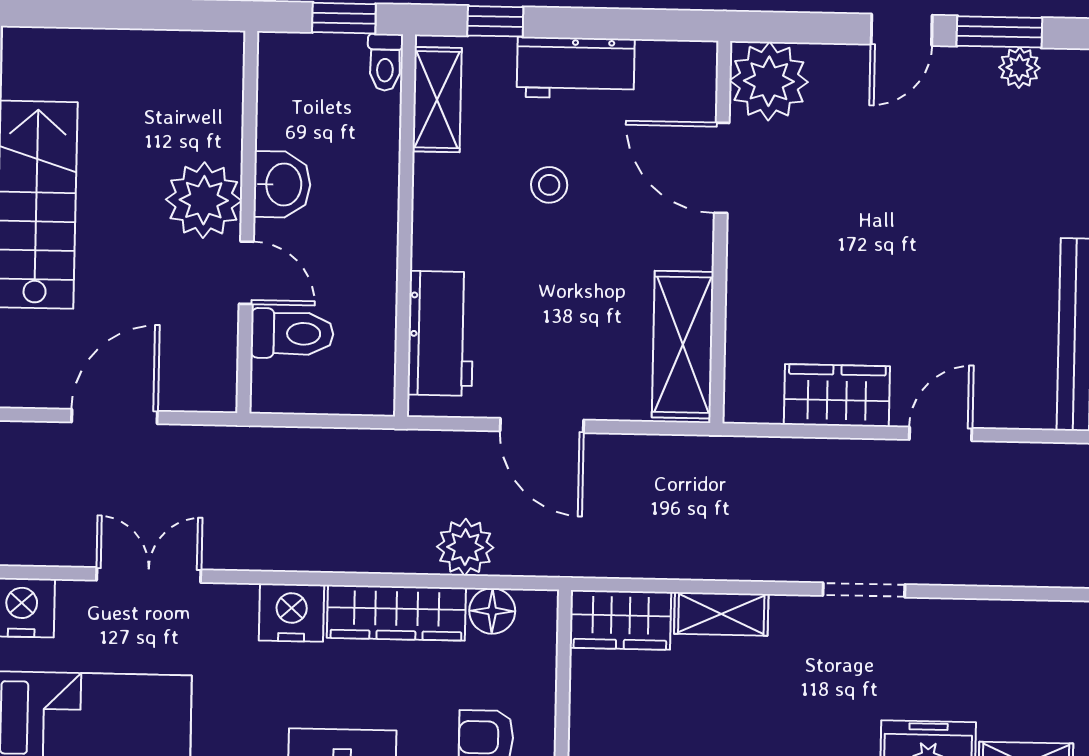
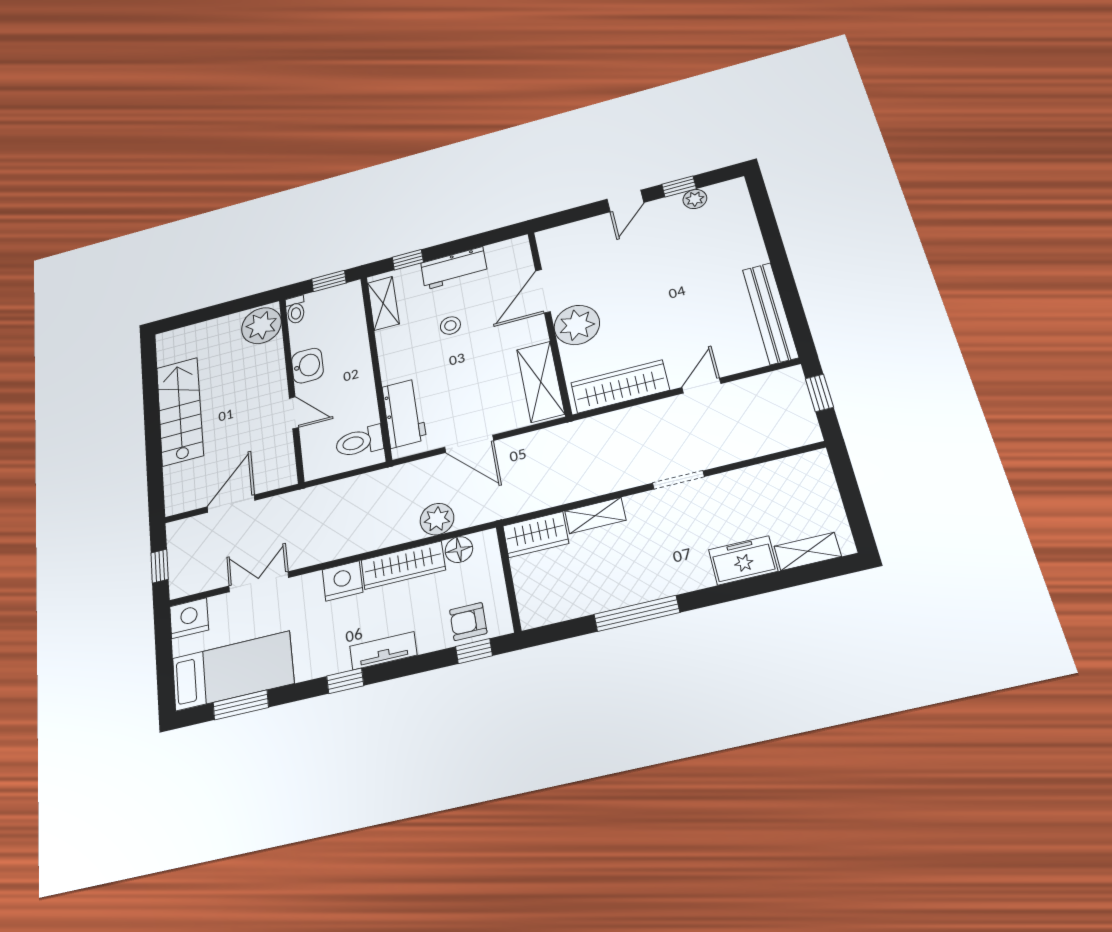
window: (999, 32) -> (679, 186), width x0.67
toilet: (385, 62) -> (296, 310), moved
plant: (769, 81) -> (577, 325), moved
door: (722, 168) -> (543, 291), hinge flipped
plant: (204, 200) -> (261, 326), moved
toilet: (292, 334) -> (359, 442), moved, turned 180
wardrobe: (837, 395) -> (620, 386), width x1.50

